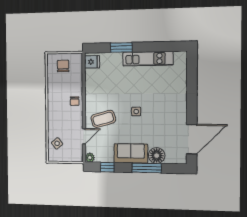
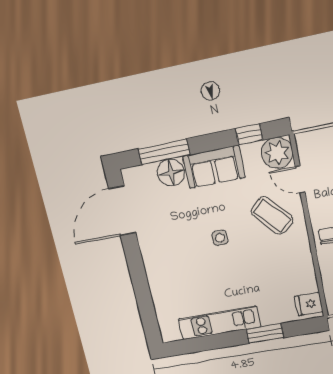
coffee table: (103, 119) -> (272, 215), turned 64
door: (84, 136) -> (300, 179), hinge flipped
plant: (90, 158) -> (277, 153), width x1.88, depth x1.88
window: (147, 168) -> (164, 152), moved

